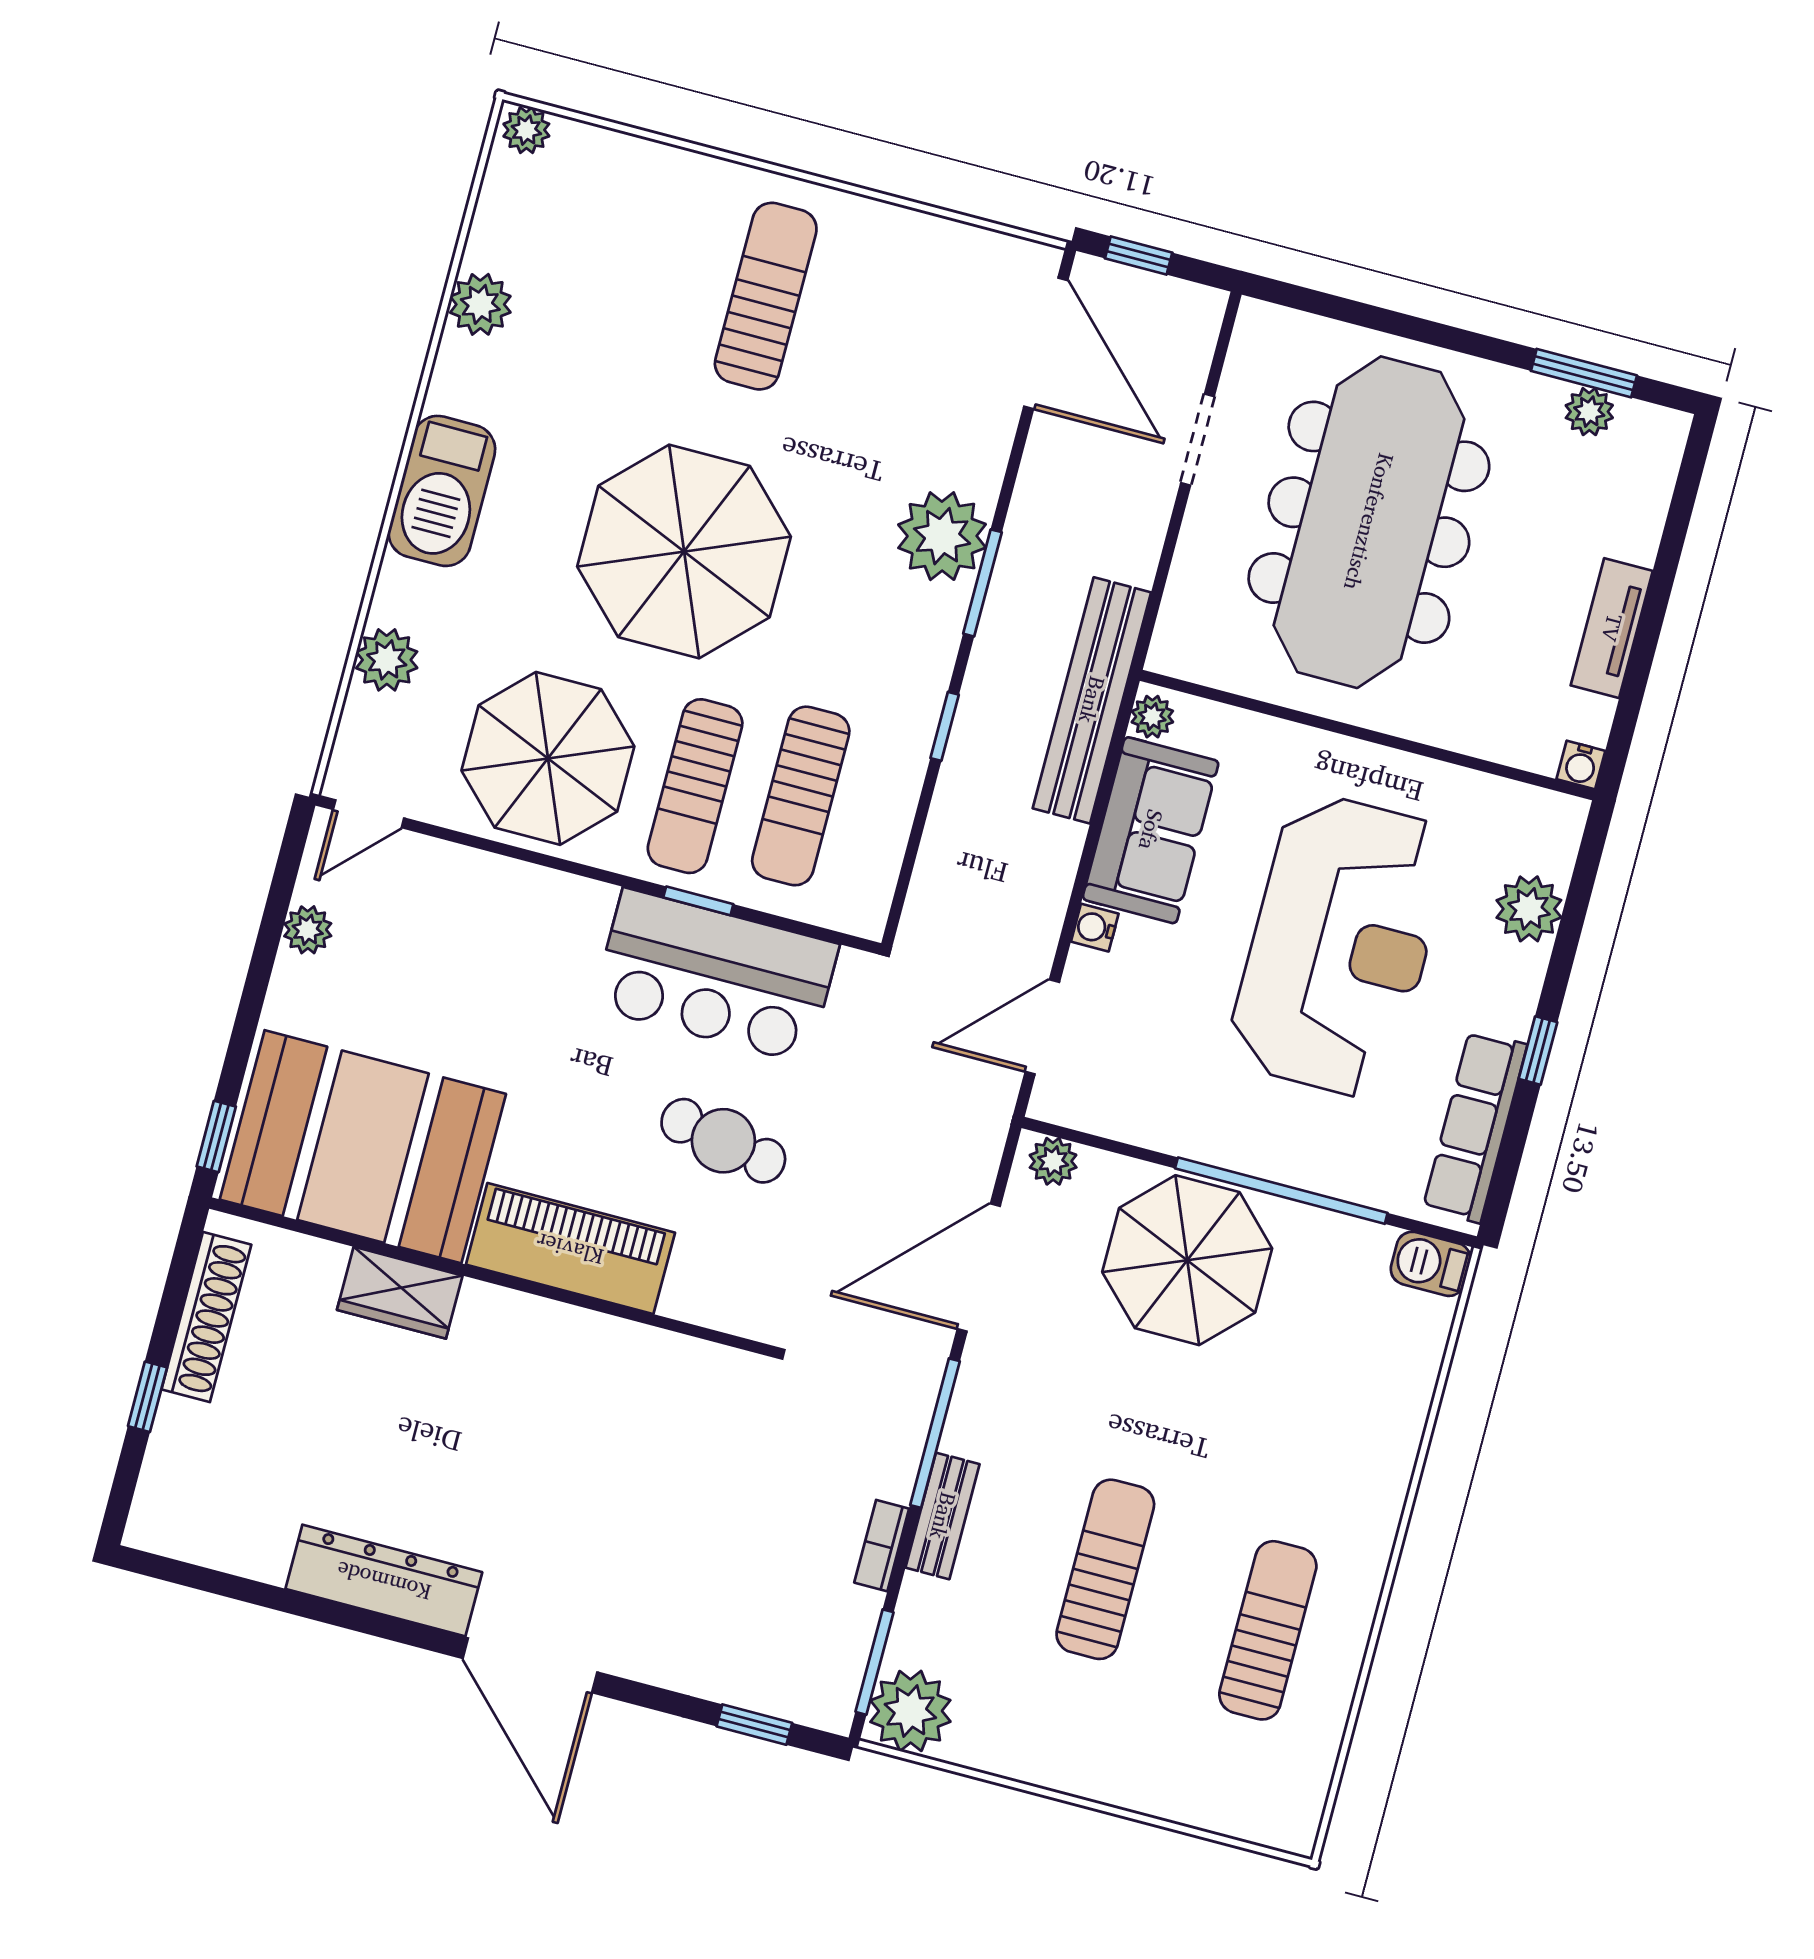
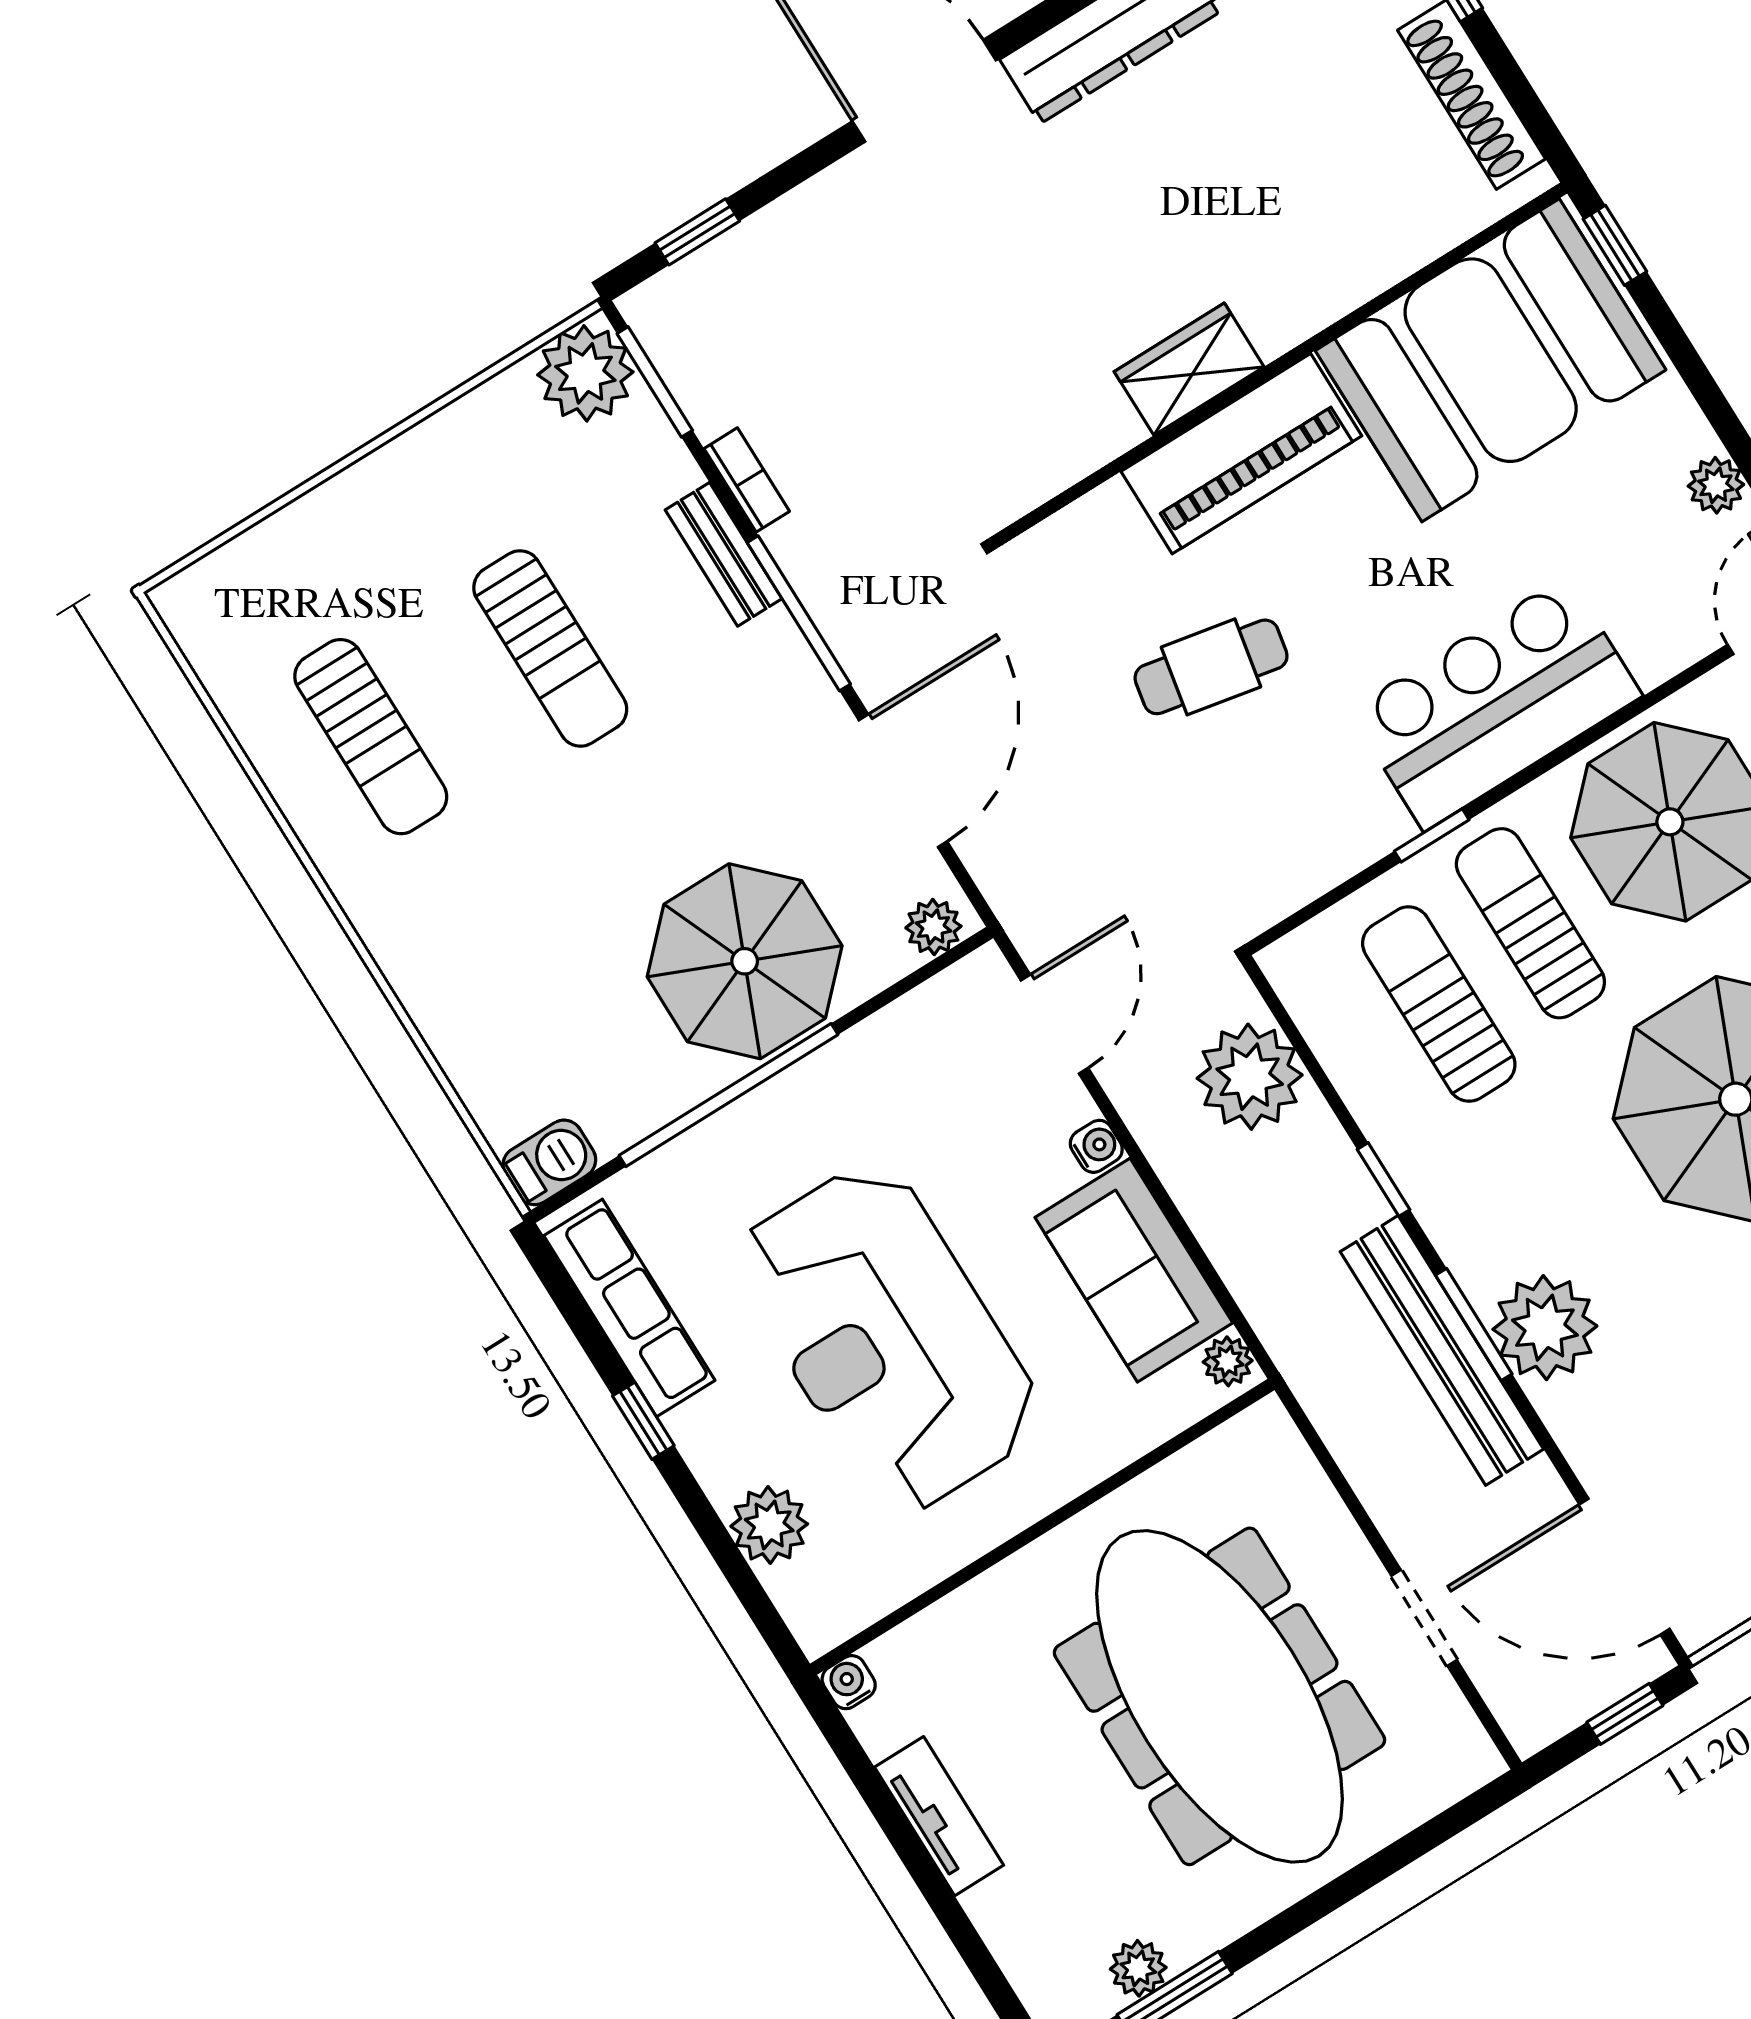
bench: (1092, 700) -> (1442, 1350), moved
plant: (959, 872) -> (1250, 1077), added
bar counter: (716, 976) -> (1496, 703), moved
wardrobe: (400, 1293) -> (1189, 369), moved

